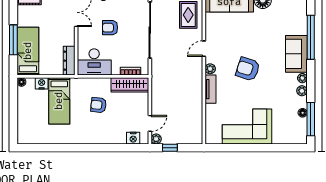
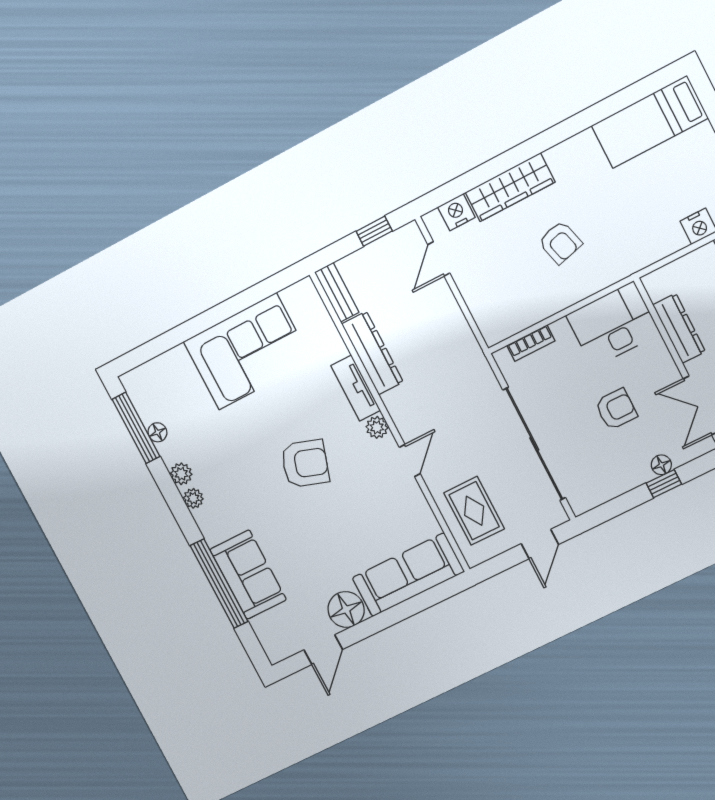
sofa: (296, 54) -> (248, 575), moved
dresser: (69, 61) -> (679, 328), moved
wardrobe: (130, 85) -> (510, 187), moved, turned 180
dresser: (196, 100) -> (372, 353), added
bed: (59, 101) -> (650, 122), moved, turned -90
armchair: (98, 105) -> (560, 242), turned 69
bench: (198, 131) -> (337, 292), added
plant: (156, 139) -> (410, 234), removed

